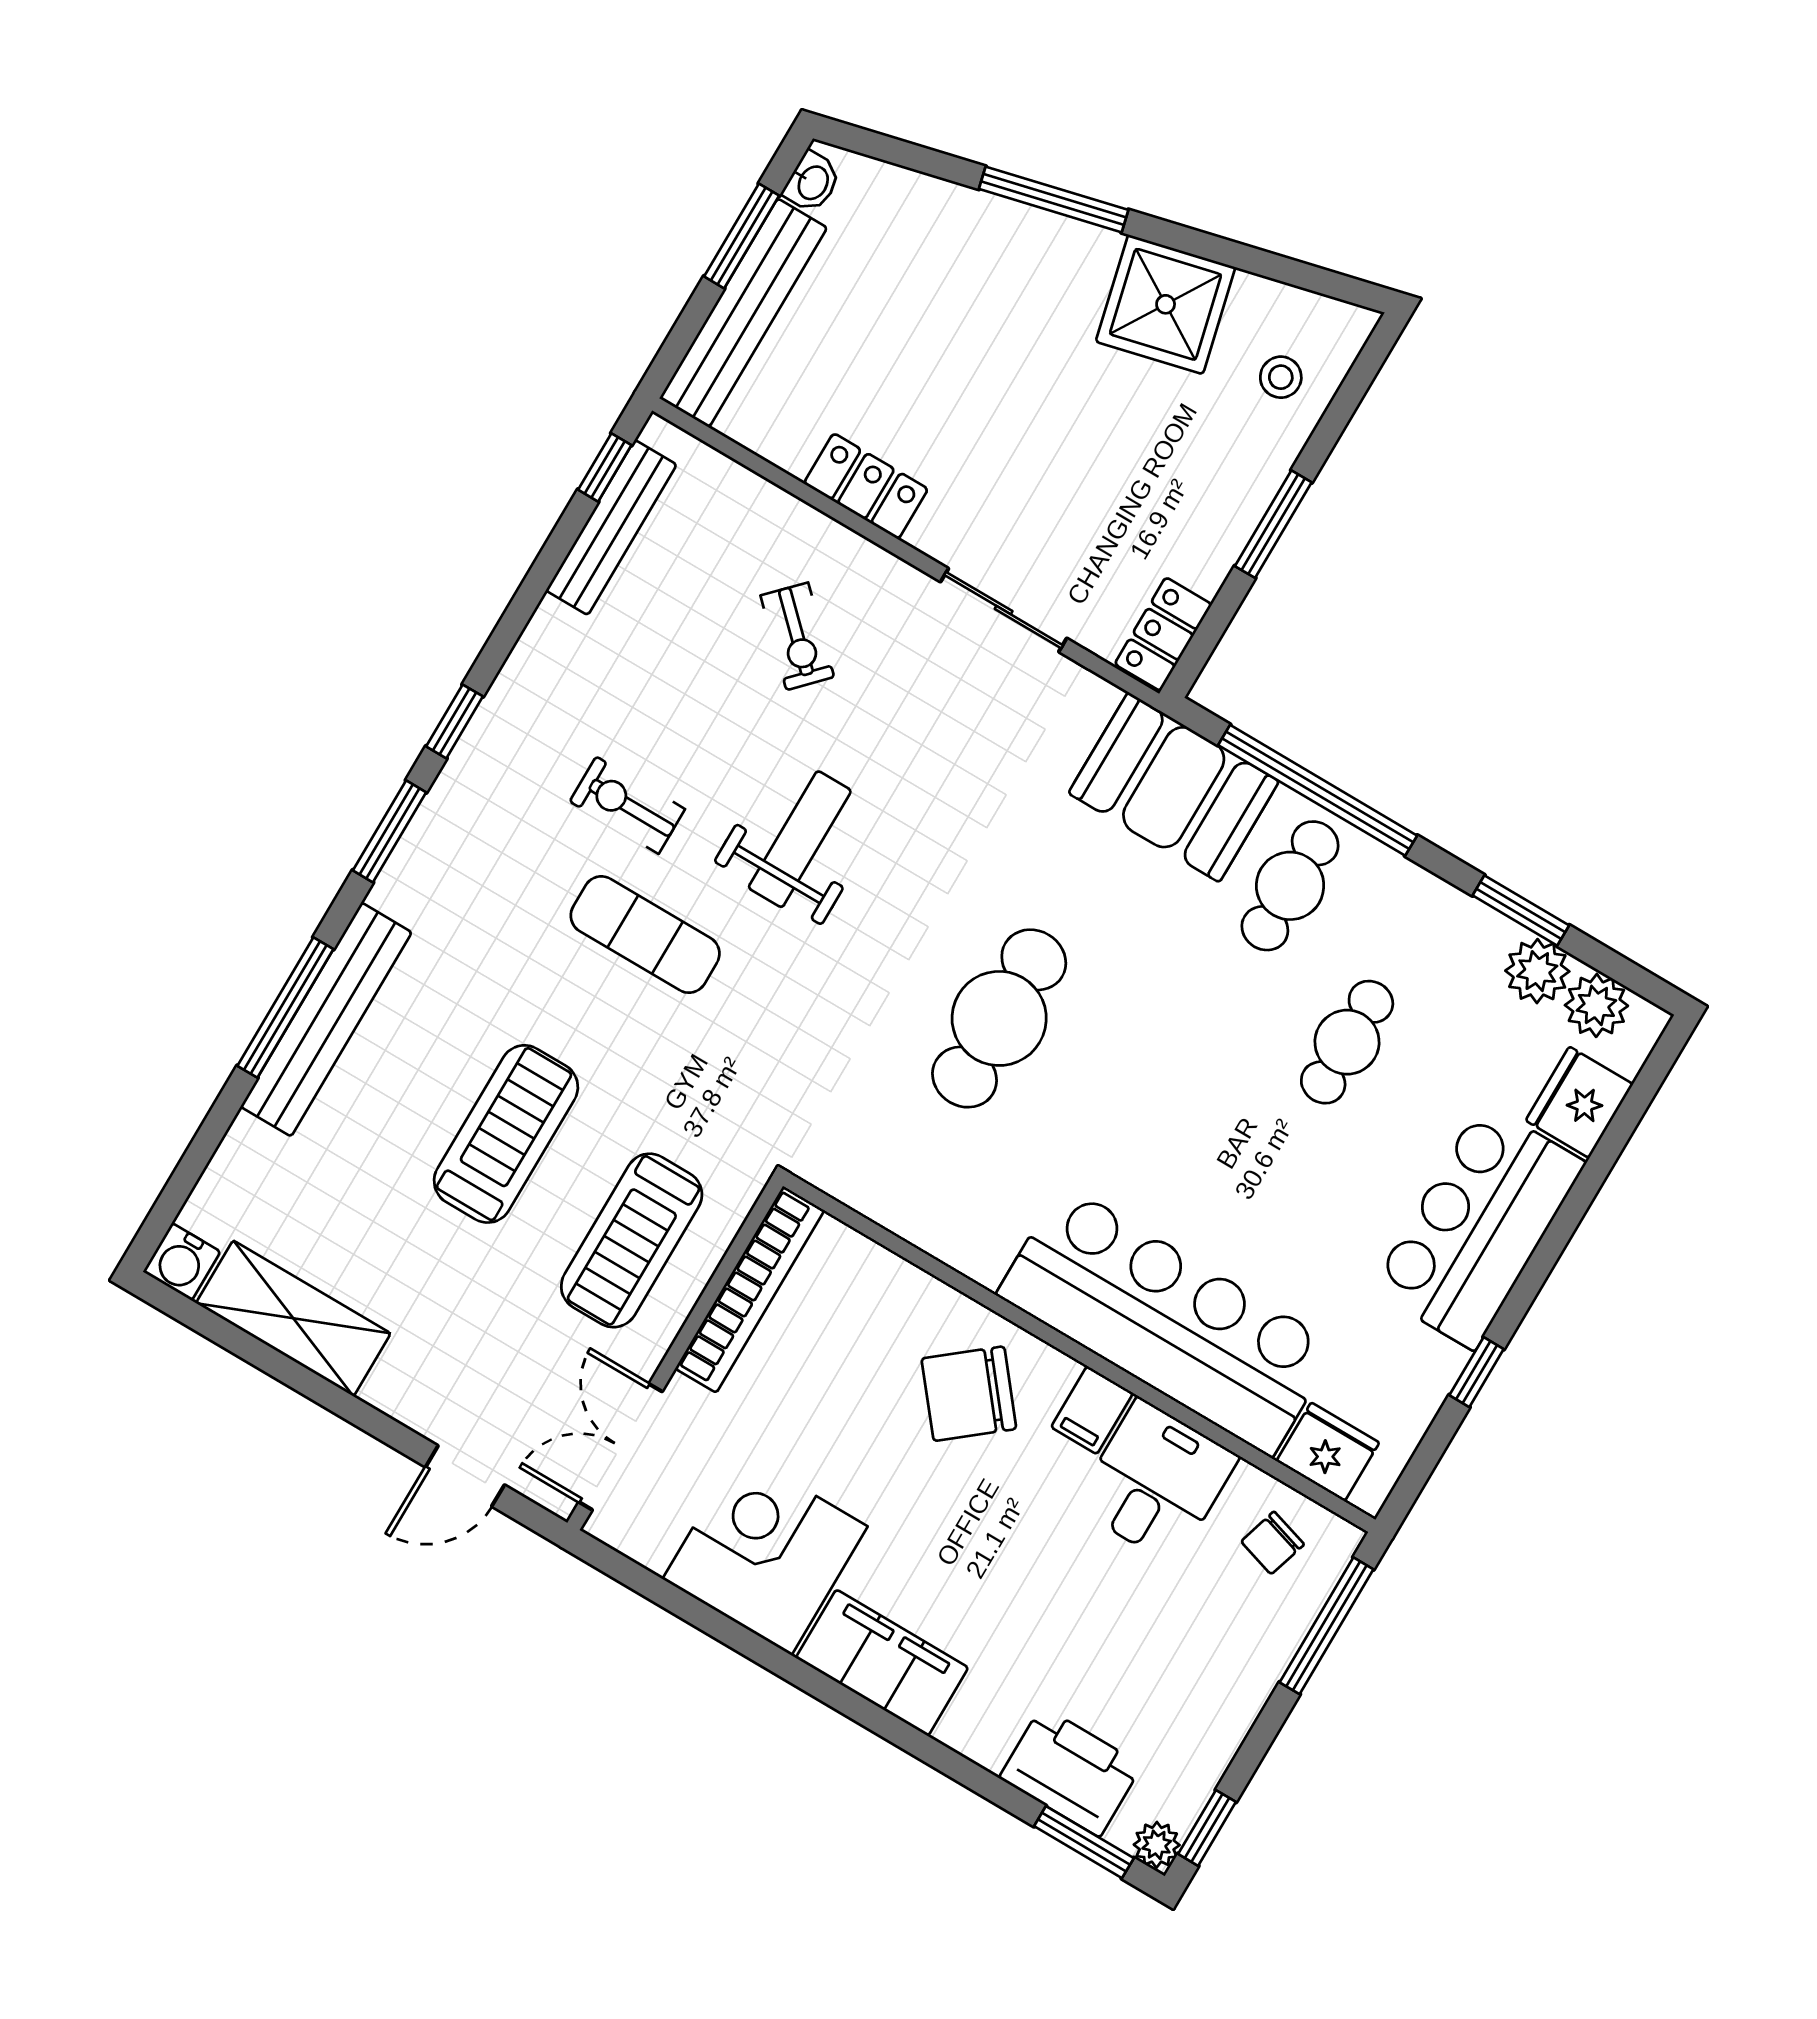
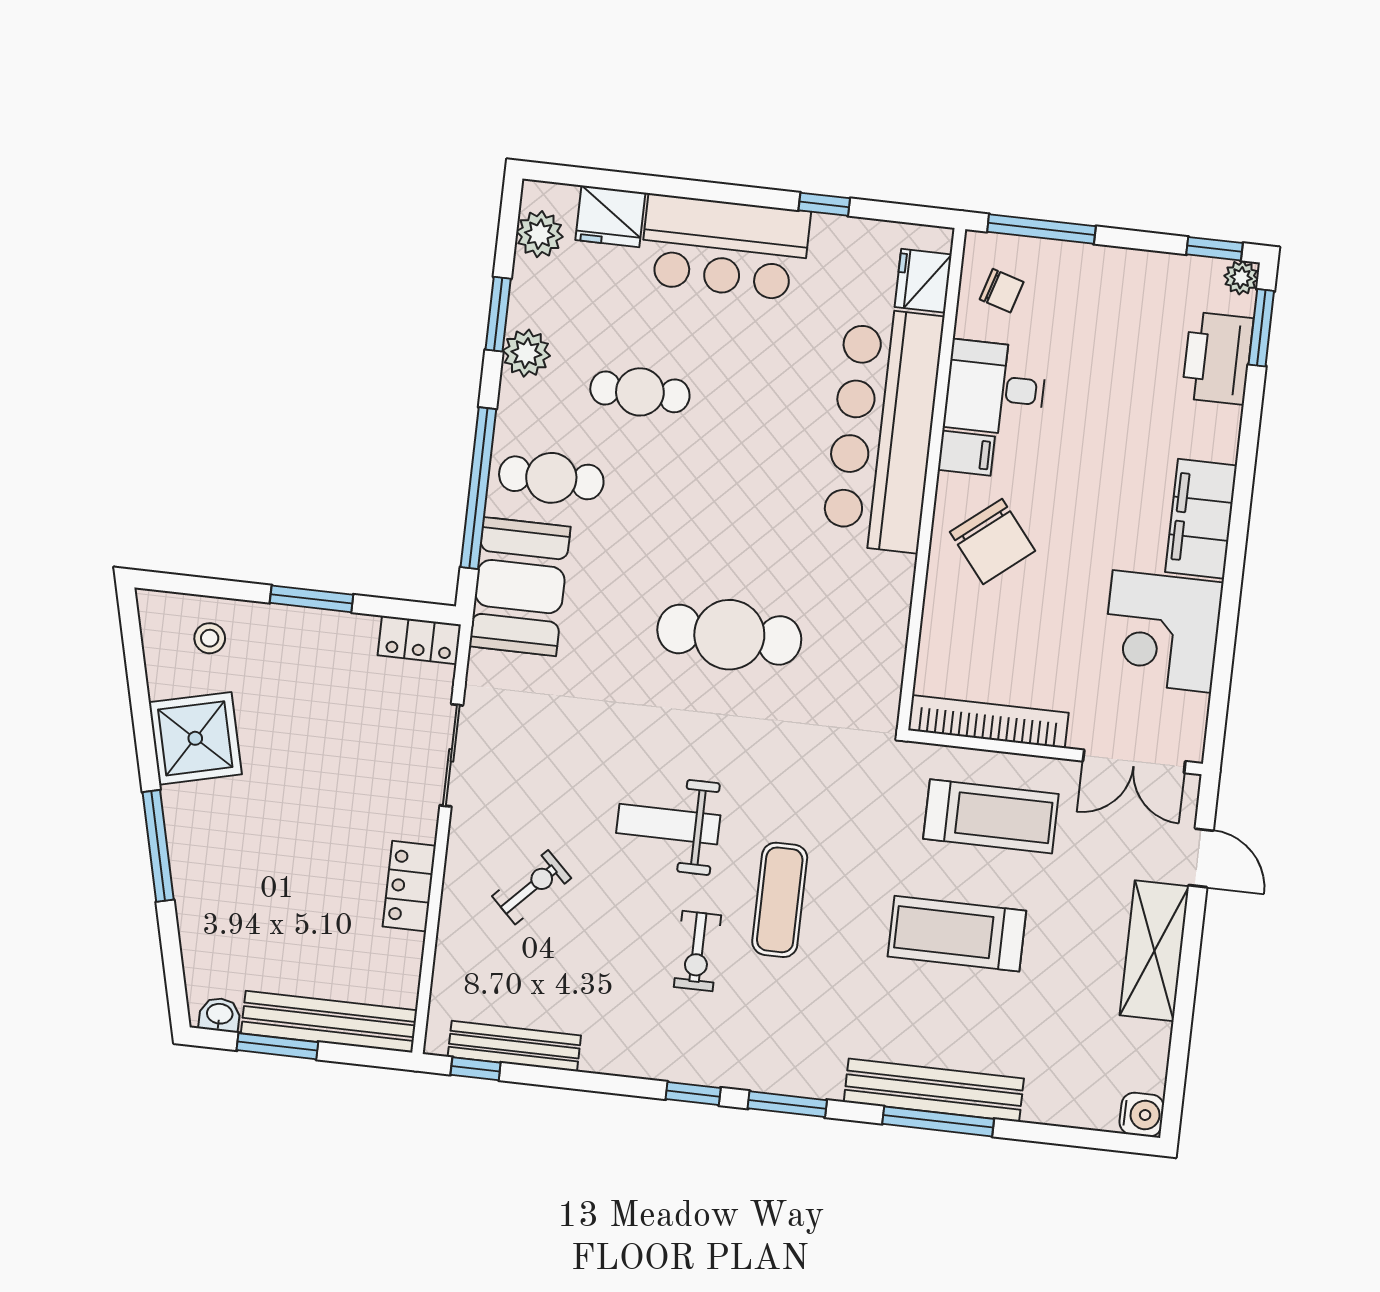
plant: (1537, 971) -> (526, 353), moved
shelving: (293, 1318) -> (1154, 951), moved

